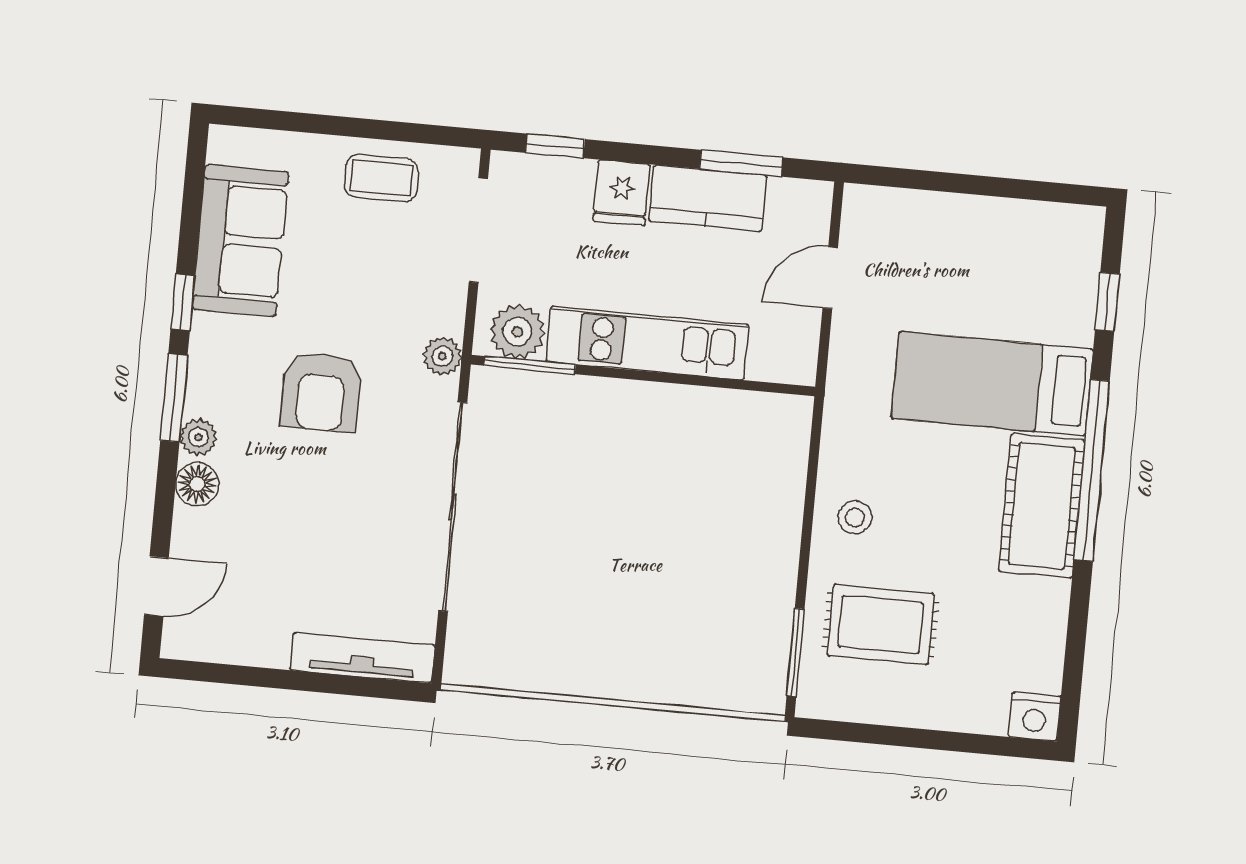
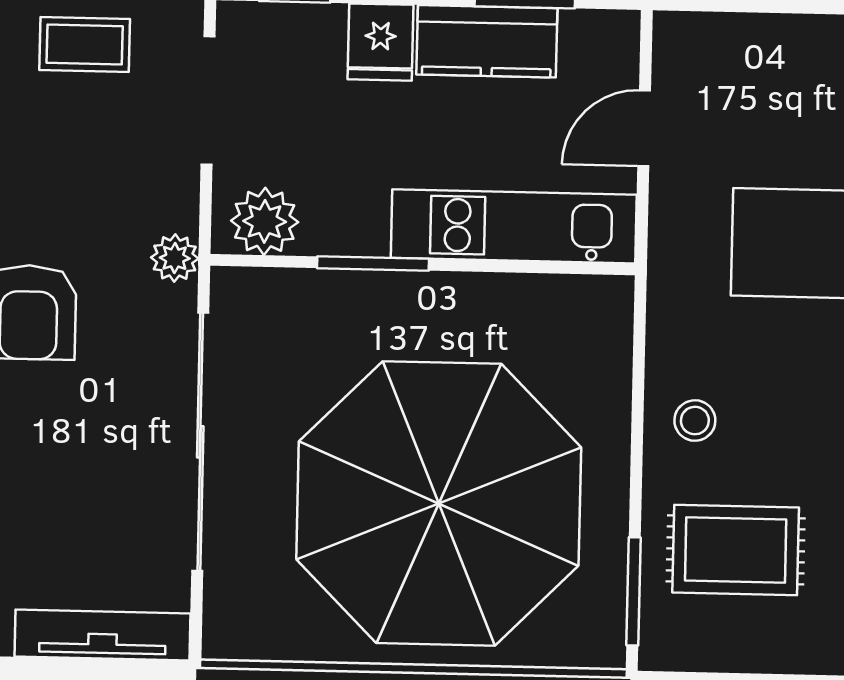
kitchen unit: (647, 343) -> (514, 226), moved
window: (530, 365) -> (373, 263), moved
parasol: (643, 570) -> (439, 503), added

